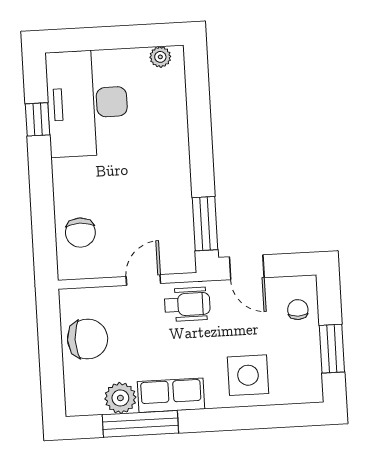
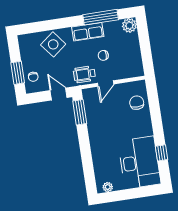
chair: (88, 339) -> (103, 55), moved, width x0.54, depth x0.54
window: (332, 349) -> (18, 73), moved
side table: (248, 375) -> (53, 44), turned -38
plant: (120, 398) -> (129, 25), moved

